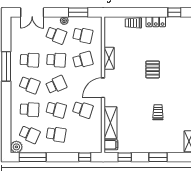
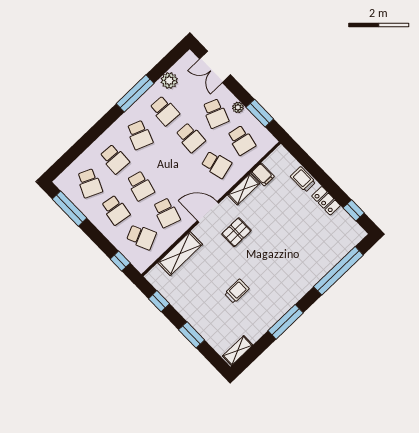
pallet: (153, 69) -> (236, 232), moved
school desk: (56, 85) -> (141, 237), moved
filing cabinet: (111, 145) -> (263, 174), moved
plant: (16, 147) -> (169, 81), moved

